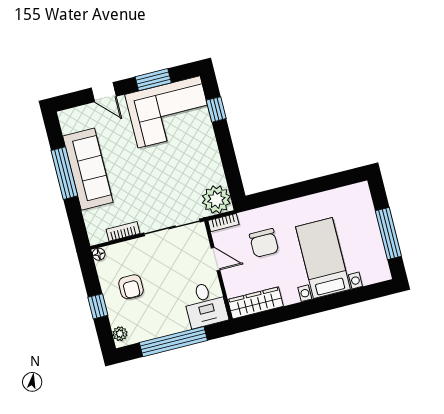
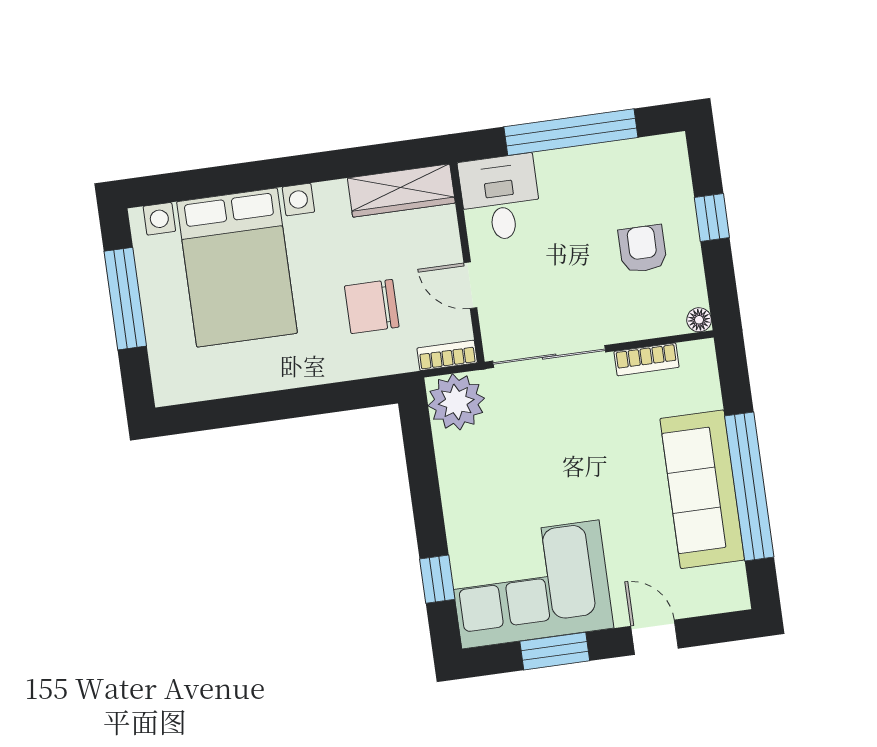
window: (64, 173) -> (749, 486), width x1.46
chair: (264, 243) -> (372, 307), turned -90
bed with nightstands: (323, 258) -> (237, 267), width x1.36
plant: (120, 334) -> (674, 159), removed

